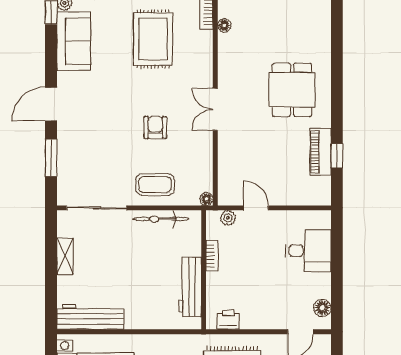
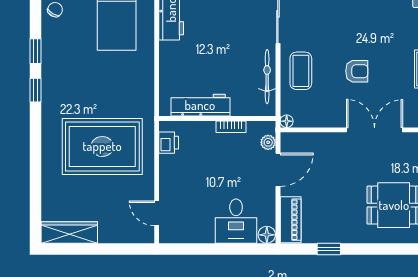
double door: (215, 109) -> (375, 130), width x1.37
piano: (321, 152) -> (291, 220), moved, turned 90
door: (256, 208) -> (278, 170), width x1.38
floor lamp: (322, 308) -> (267, 235), moved

